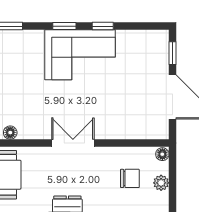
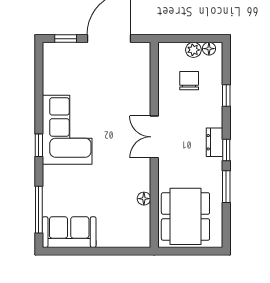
window: (103, 26) -> (39, 107), removed
floor lamp: (162, 154) -> (209, 49), moved

